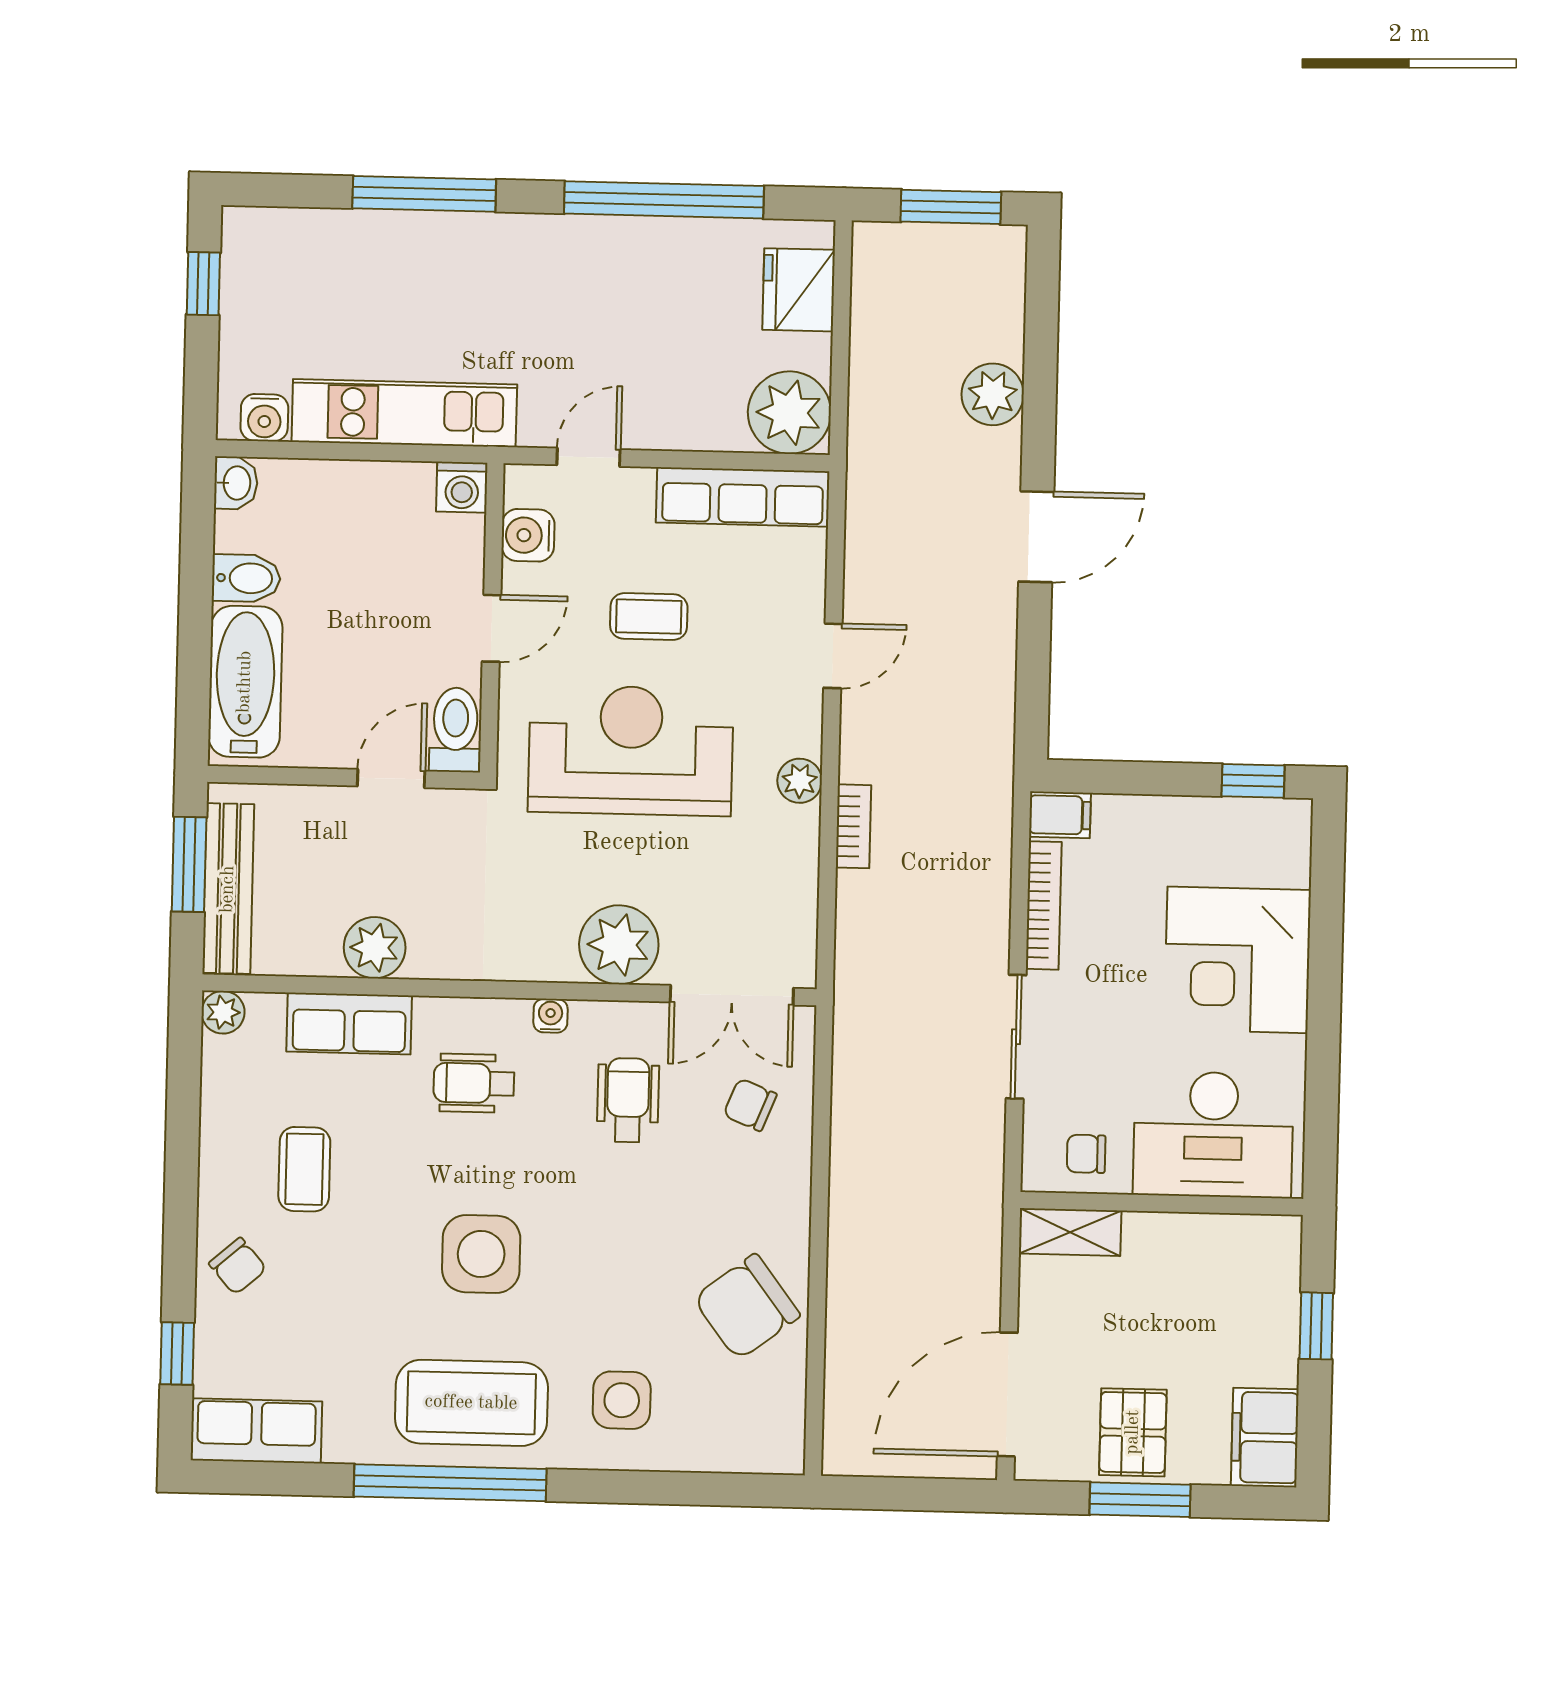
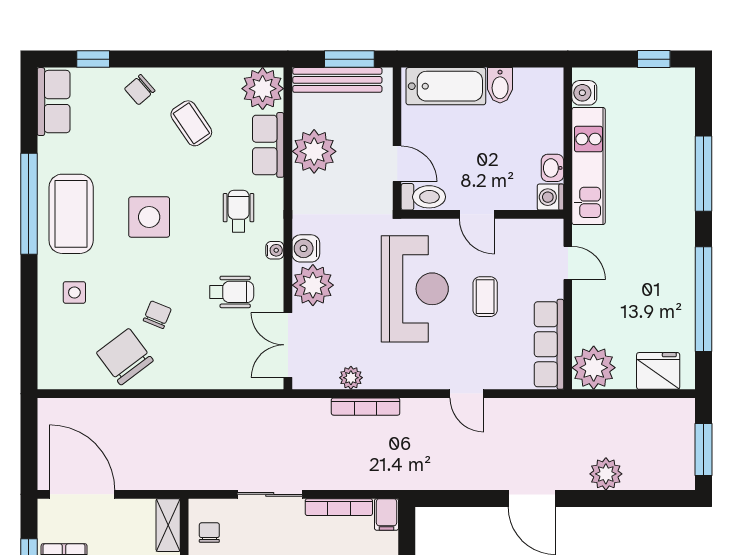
washbasin: (236, 483) -> (552, 168), moved, turned 90
water cooler: (528, 535) -> (306, 248), moved, turned -90
plant: (800, 781) -> (351, 378), moved
bookcase: (853, 826) -> (366, 407), width x1.56
plant: (375, 948) -> (314, 151), width x1.36, depth x1.36
plant: (223, 1012) -> (263, 89), width x1.88, depth x1.88
chair: (750, 1105) -> (157, 315), moved
coffee table: (304, 1169) -> (191, 123), turned 56
side table: (622, 1400) -> (74, 292), width x0.73, depth x0.73

